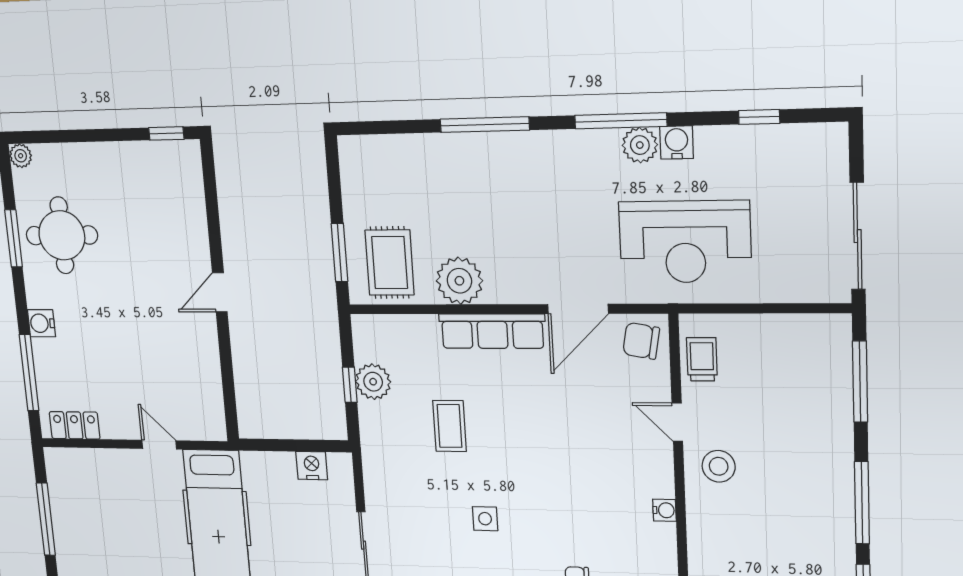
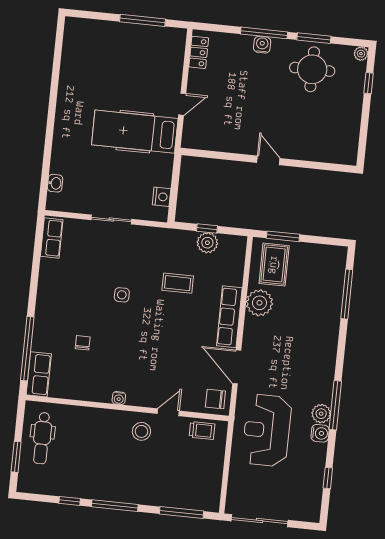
window: (485, 125) -> (347, 294), moved
window: (166, 133) -> (369, 83), moved
rug: (390, 263) -> (274, 265), turned 90
chair: (641, 341) -> (215, 399), turned -100
window: (29, 373) -> (264, 33), moved

